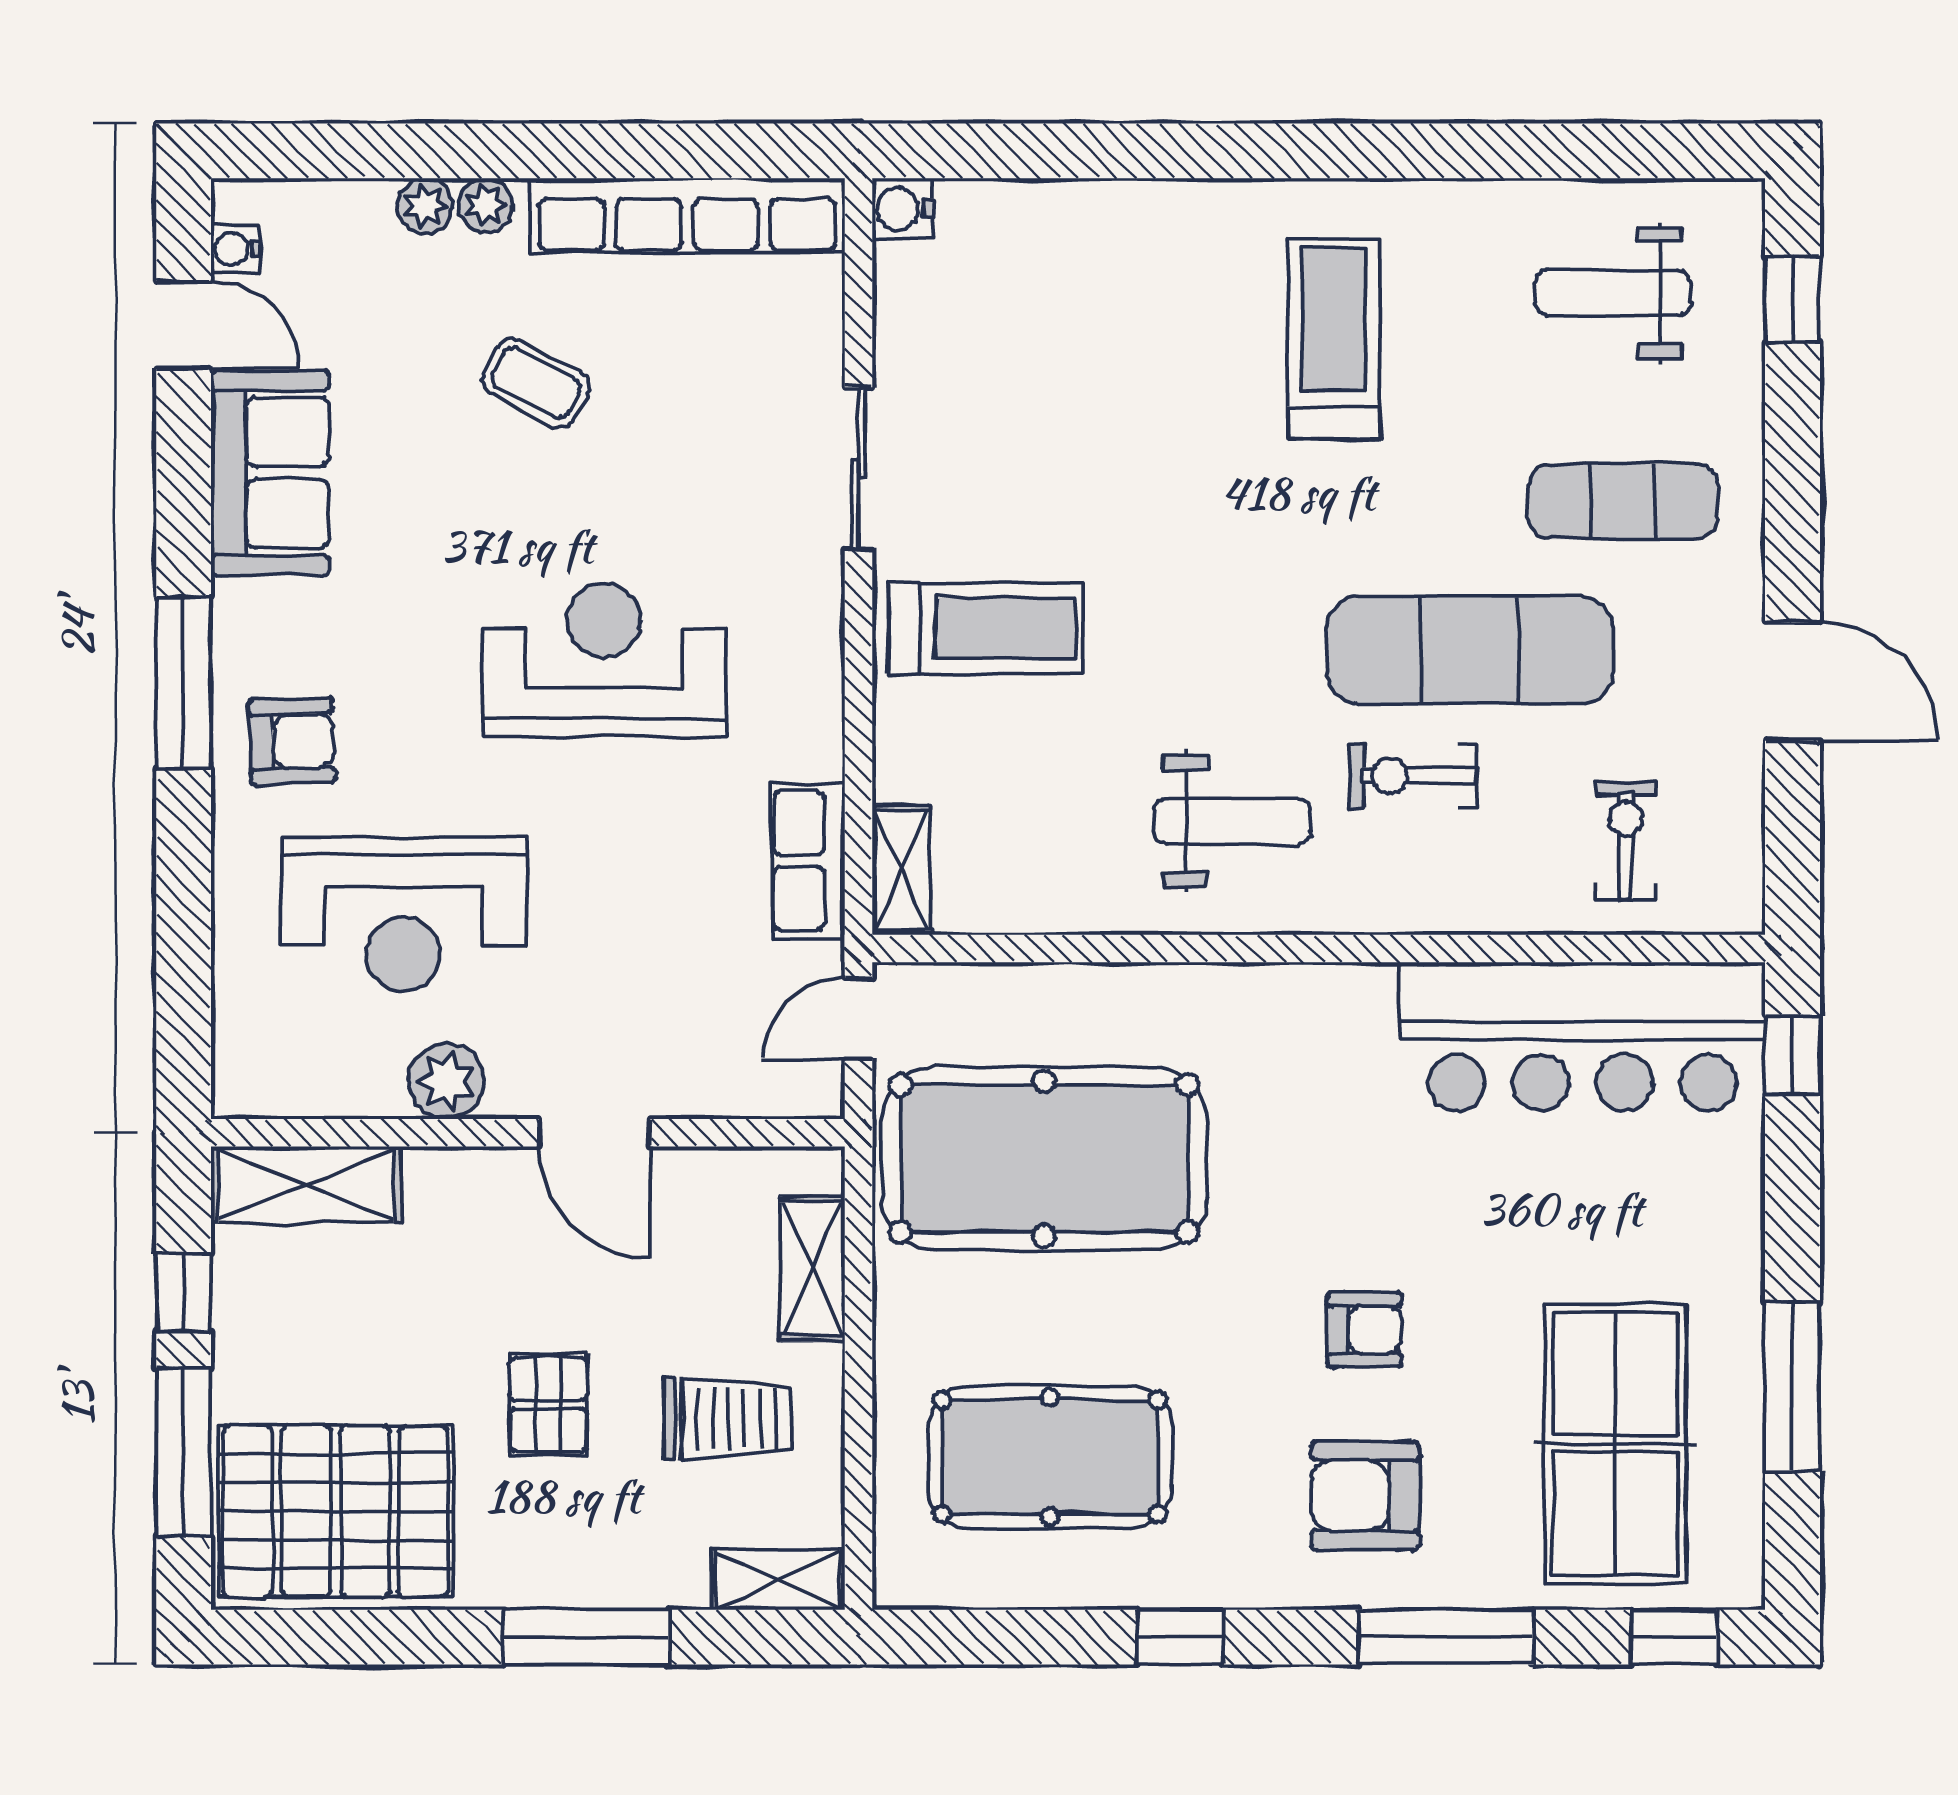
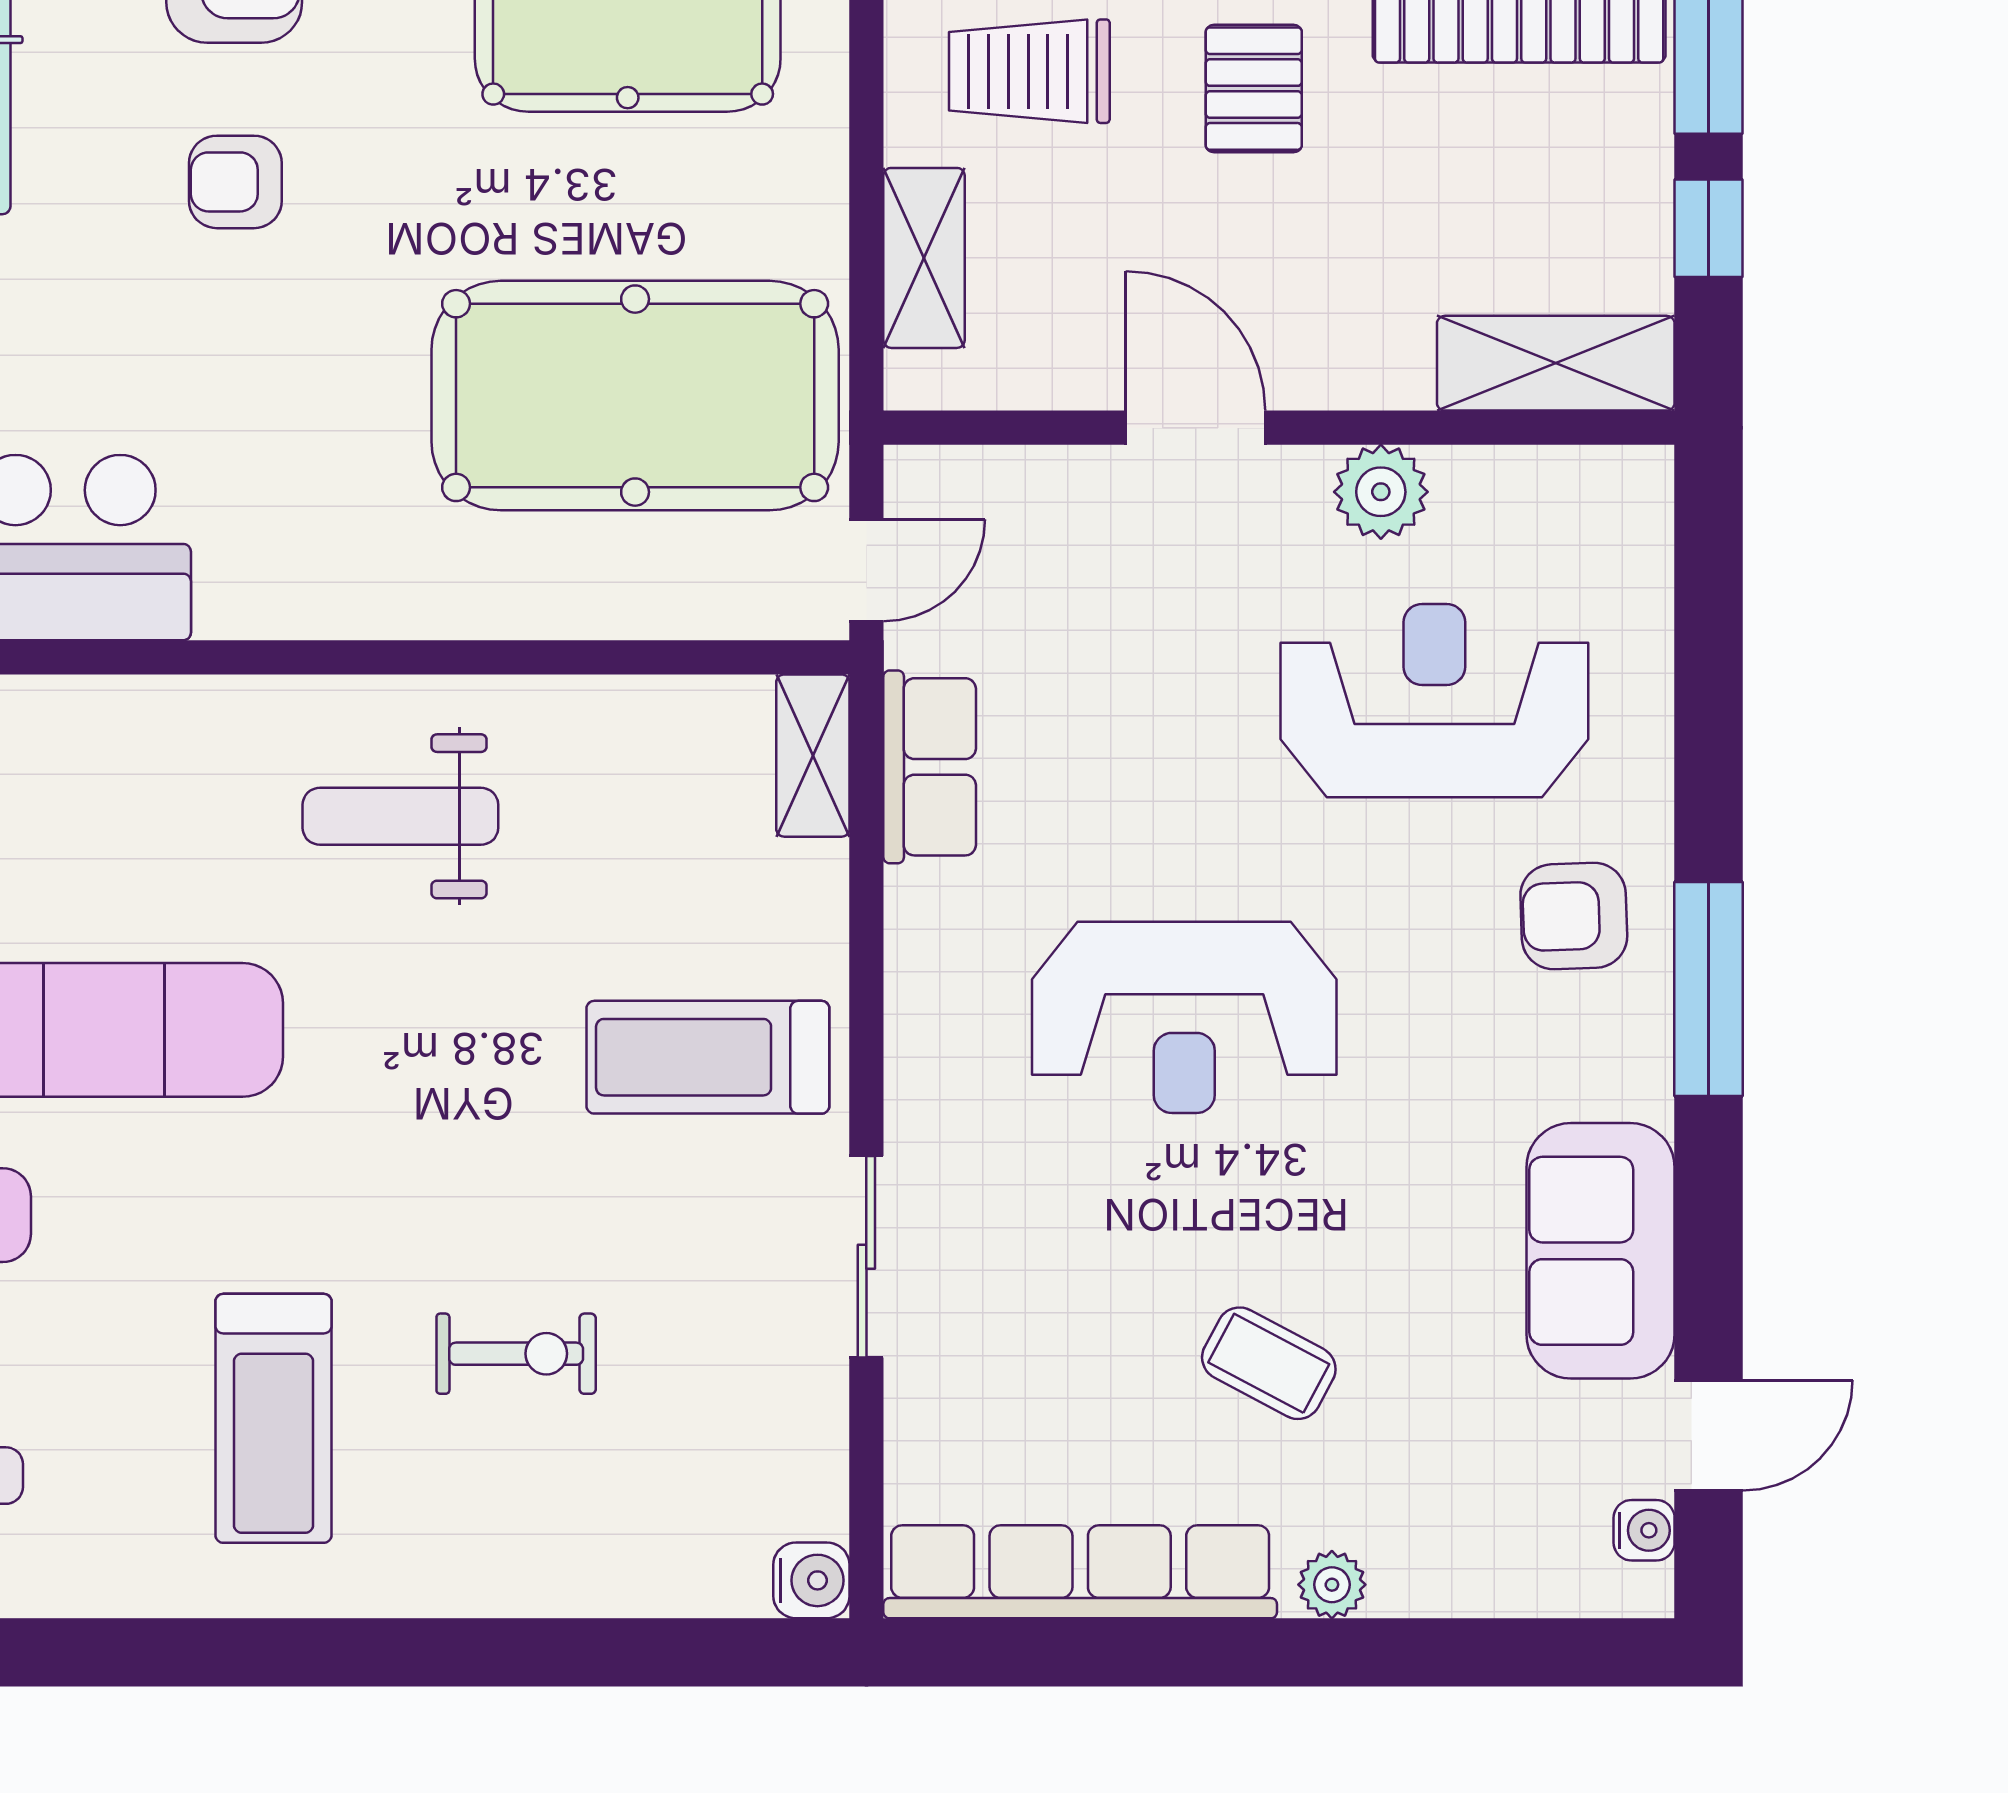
plant: (425, 206) -> (1407, 1584), removed
door: (184, 325) -> (1709, 1435), swing flipped
exercise bike: (1413, 776) -> (516, 1354), moved

